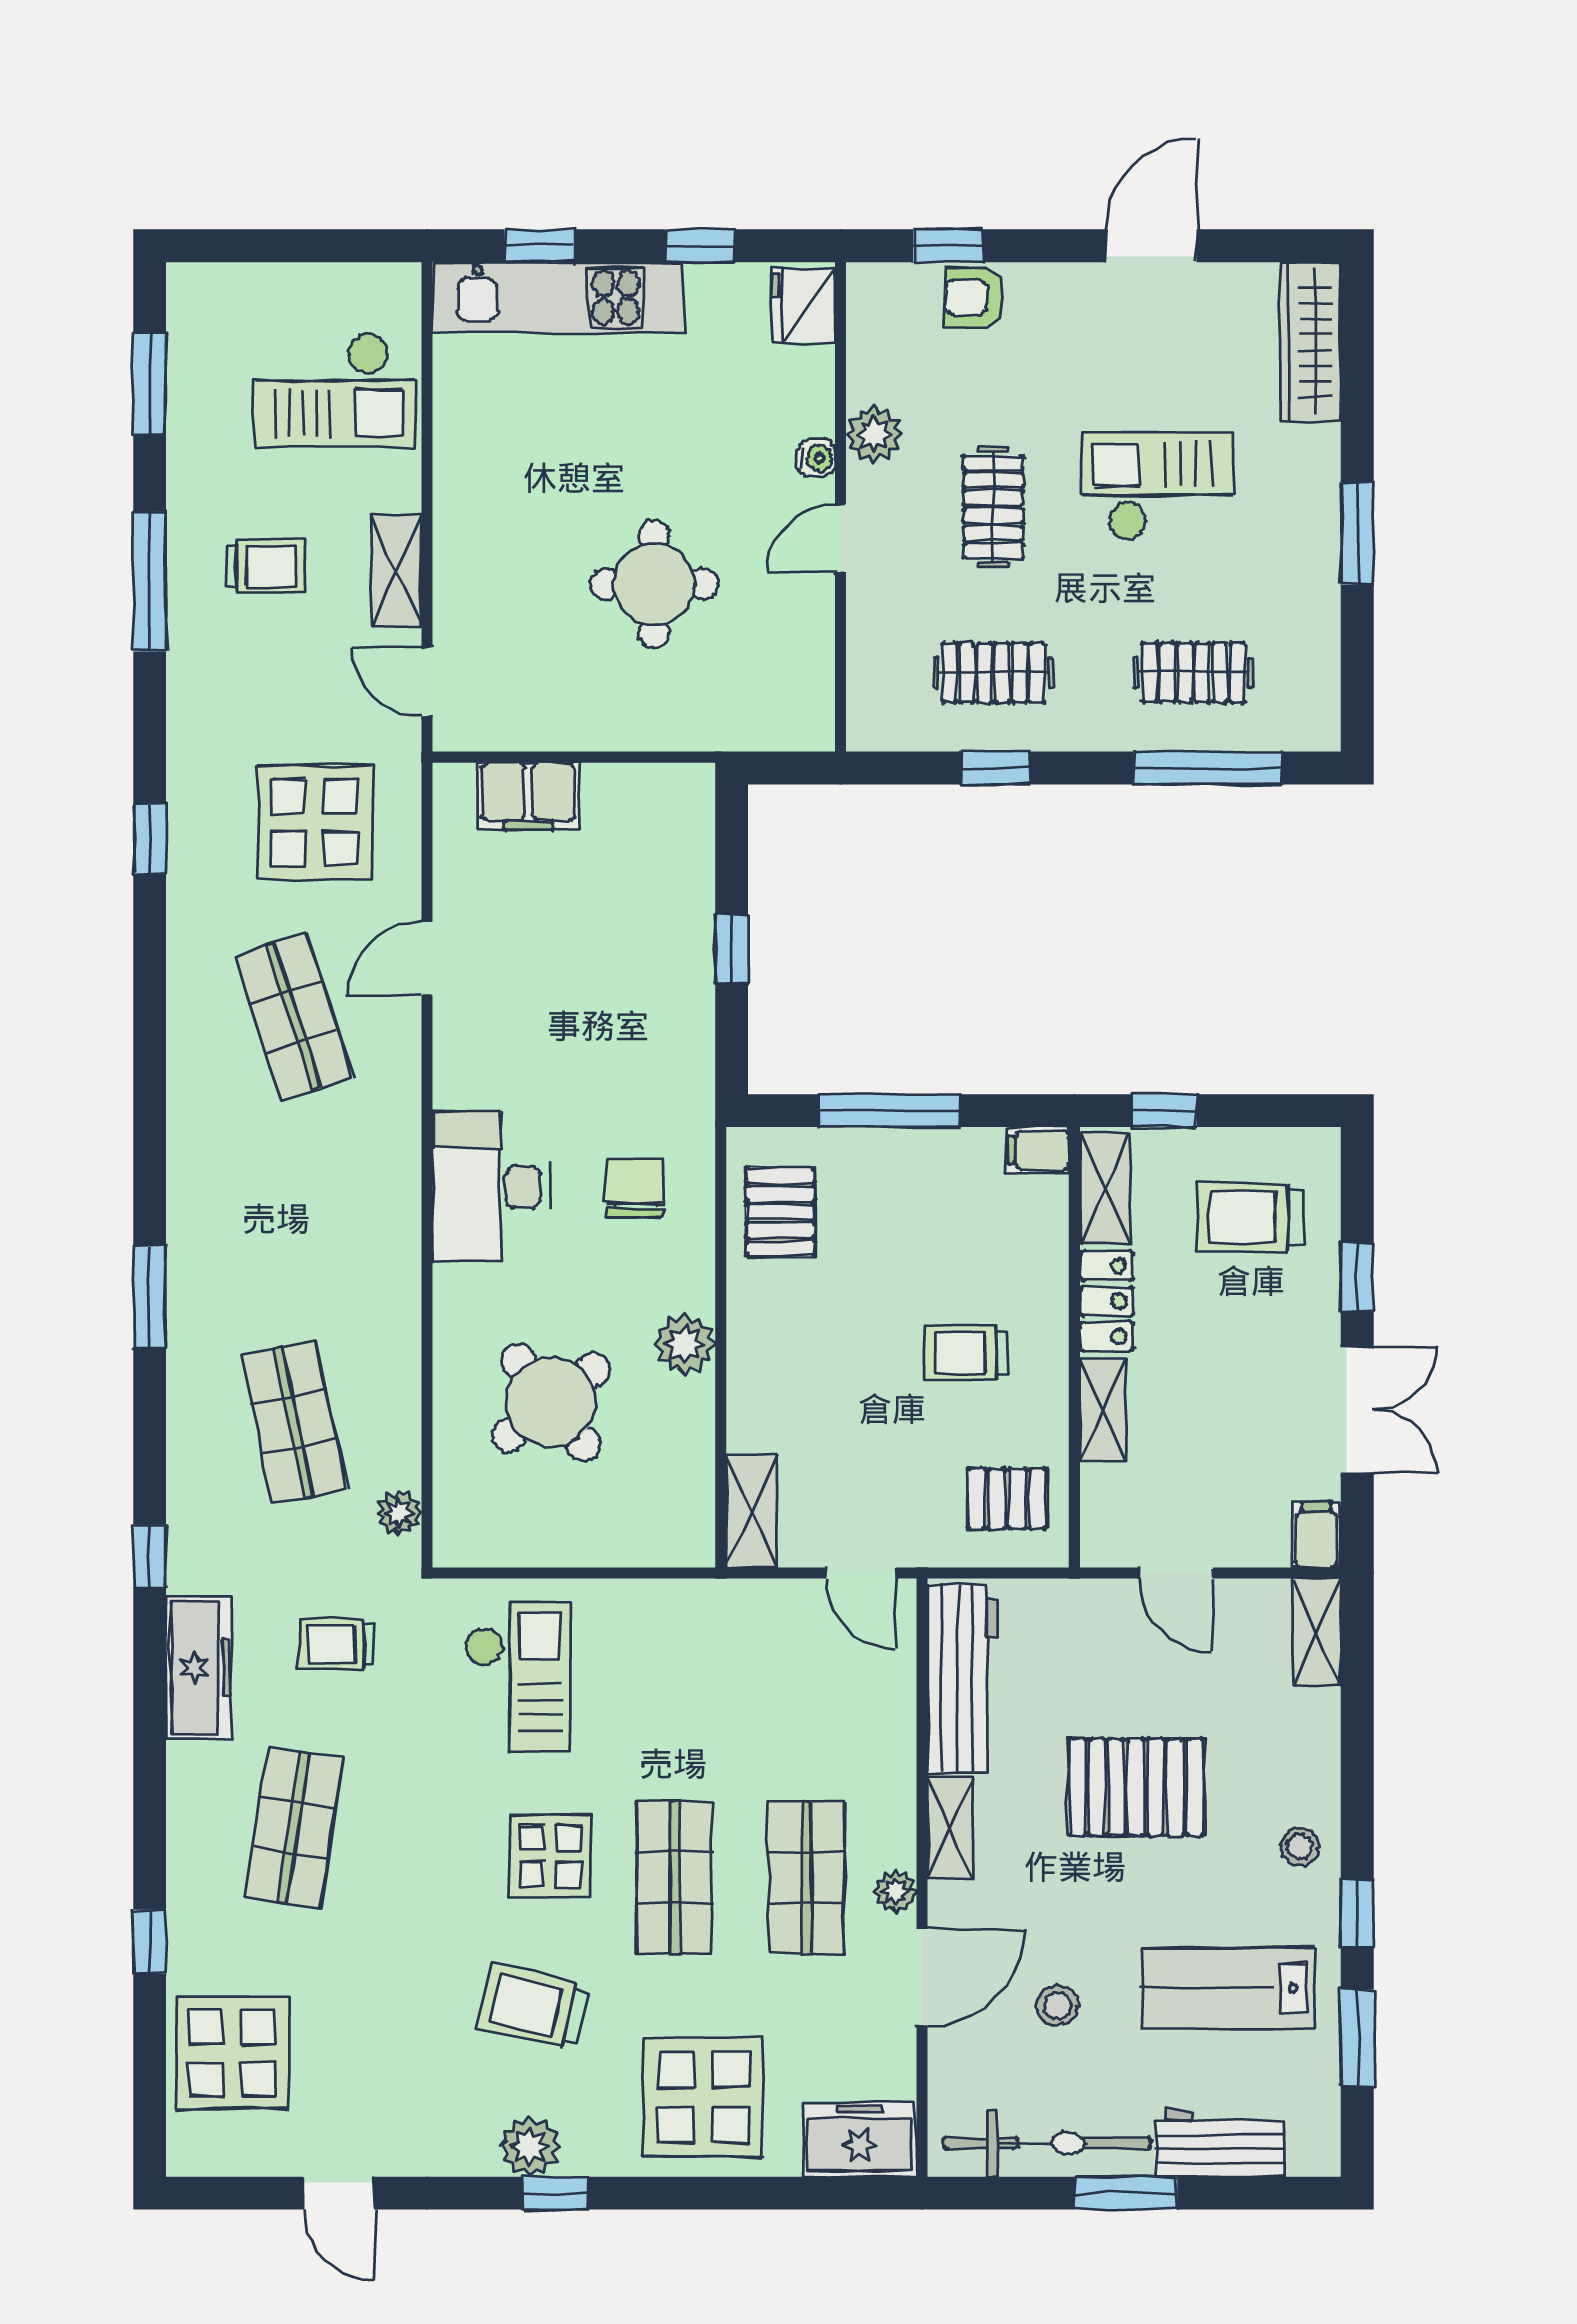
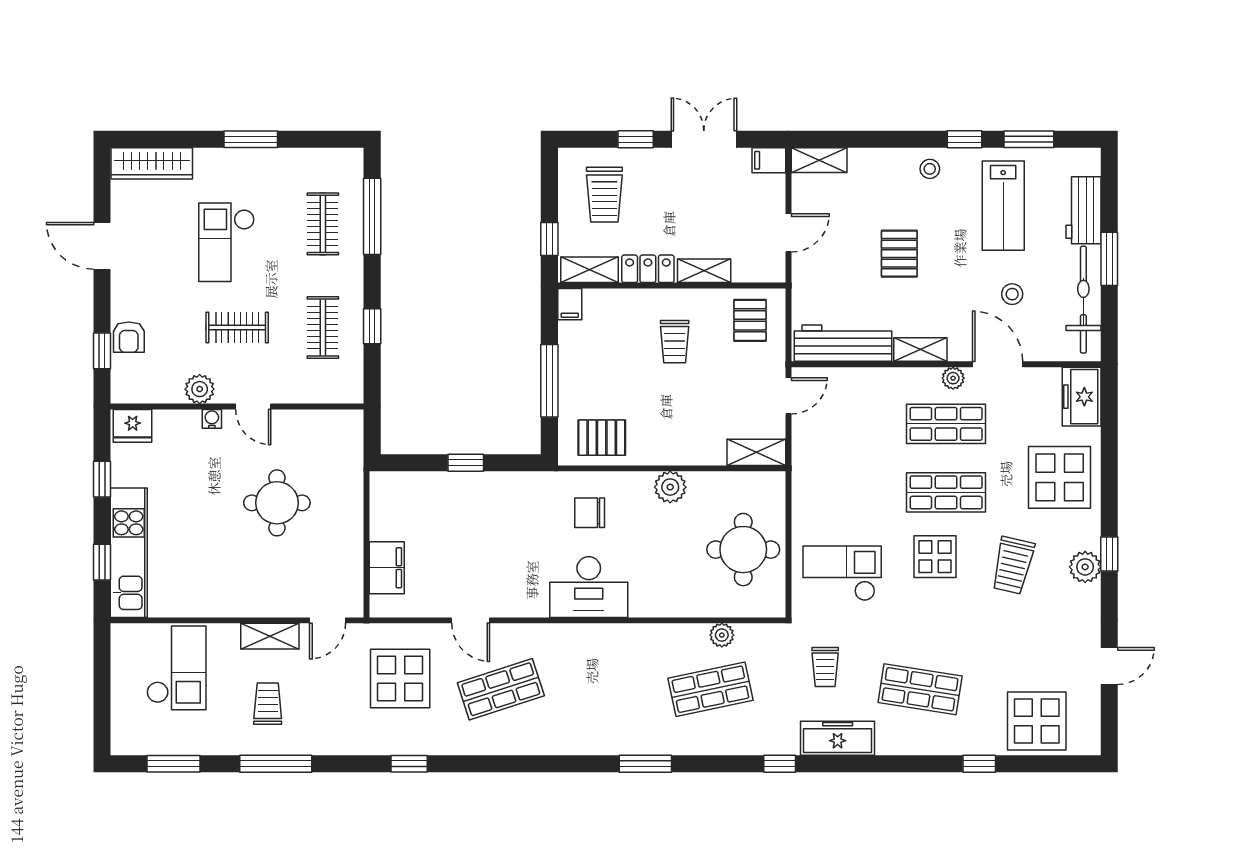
round table: (551, 1402) -> (743, 550), moved, turned 38
plant: (399, 1513) -> (722, 635), moved
pallet: (1136, 1787) -> (899, 254), width x0.67, depth x0.71

